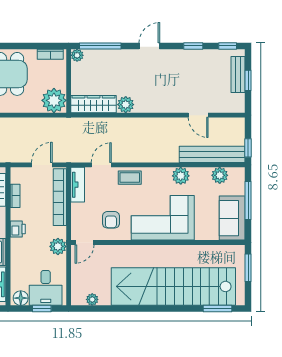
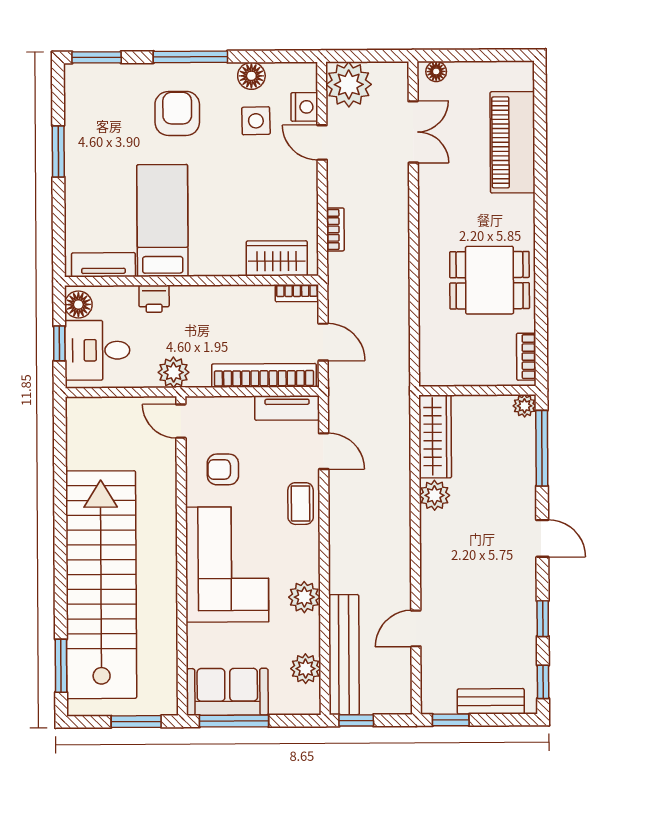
window: (248, 80) -> (451, 720), moved
plant: (54, 100) -> (441, 364), removed
bookcase: (15, 196) -> (297, 293), moved
window: (248, 200) -> (234, 721), moved
printer: (18, 229) -> (154, 299), moved
plant: (92, 299) -> (76, 436), removed

